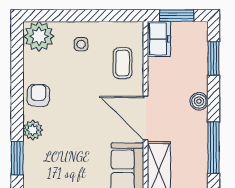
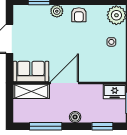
coffee table: (123, 63) -> (99, 68), removed
armchair: (38, 95) -> (79, 15), turned 88

